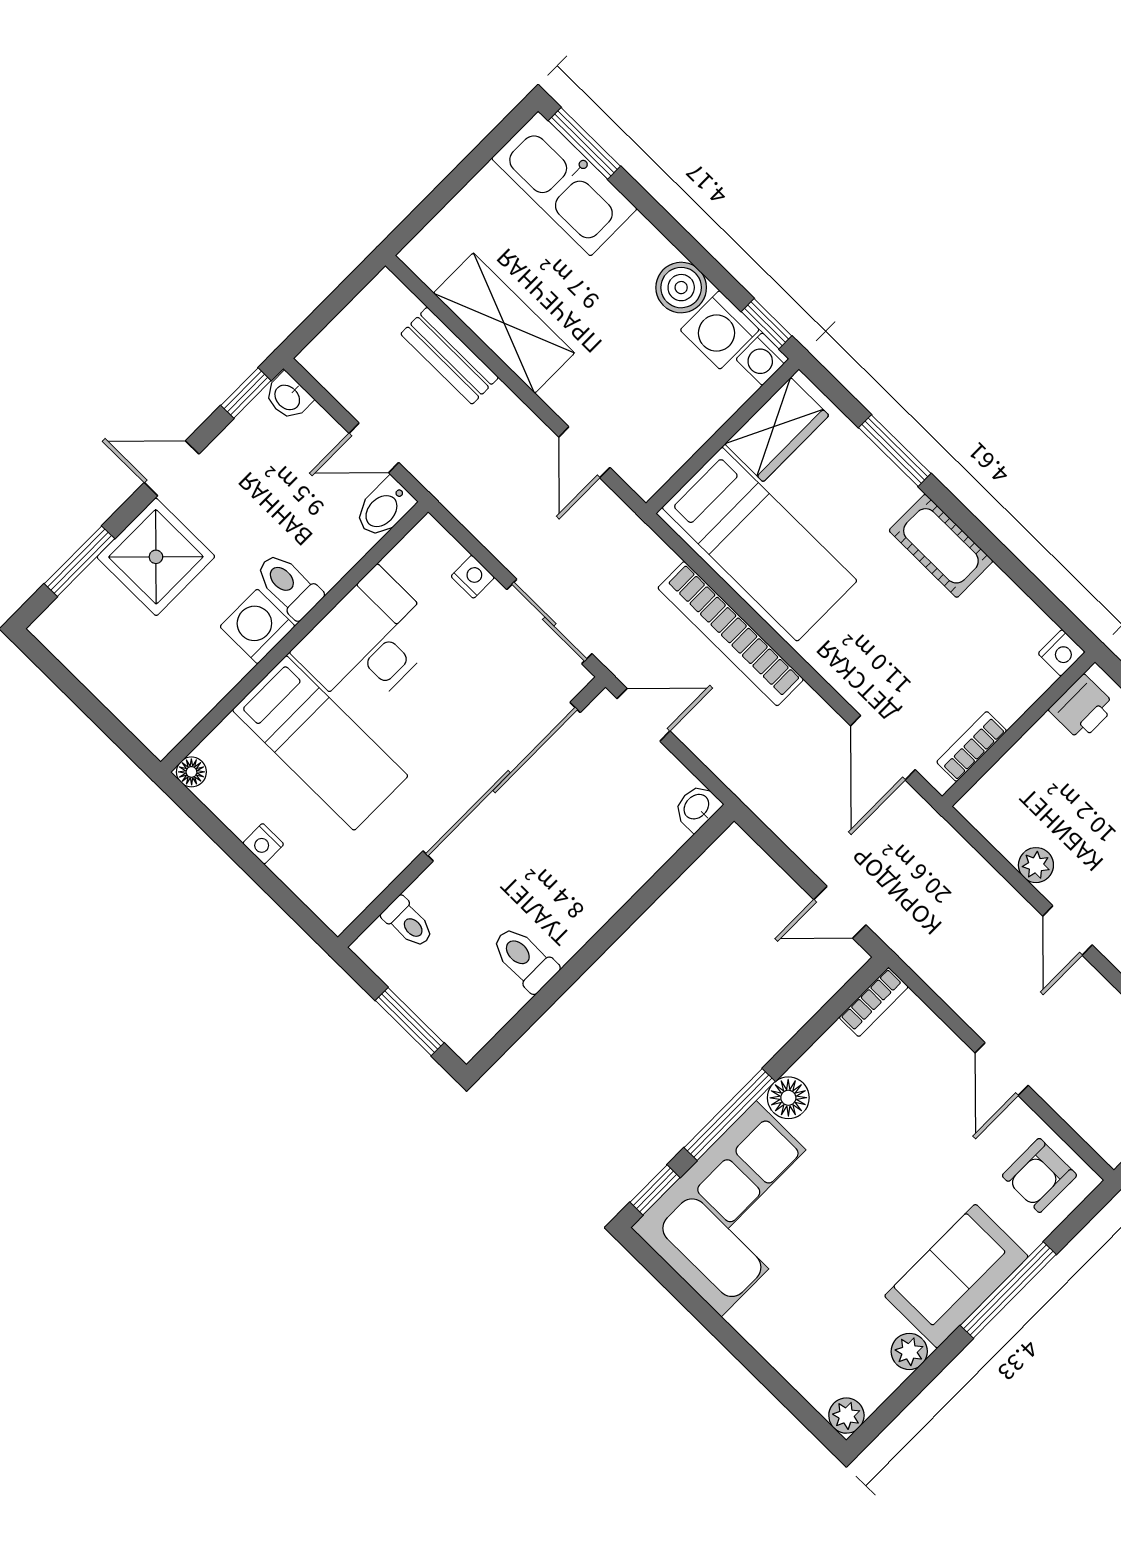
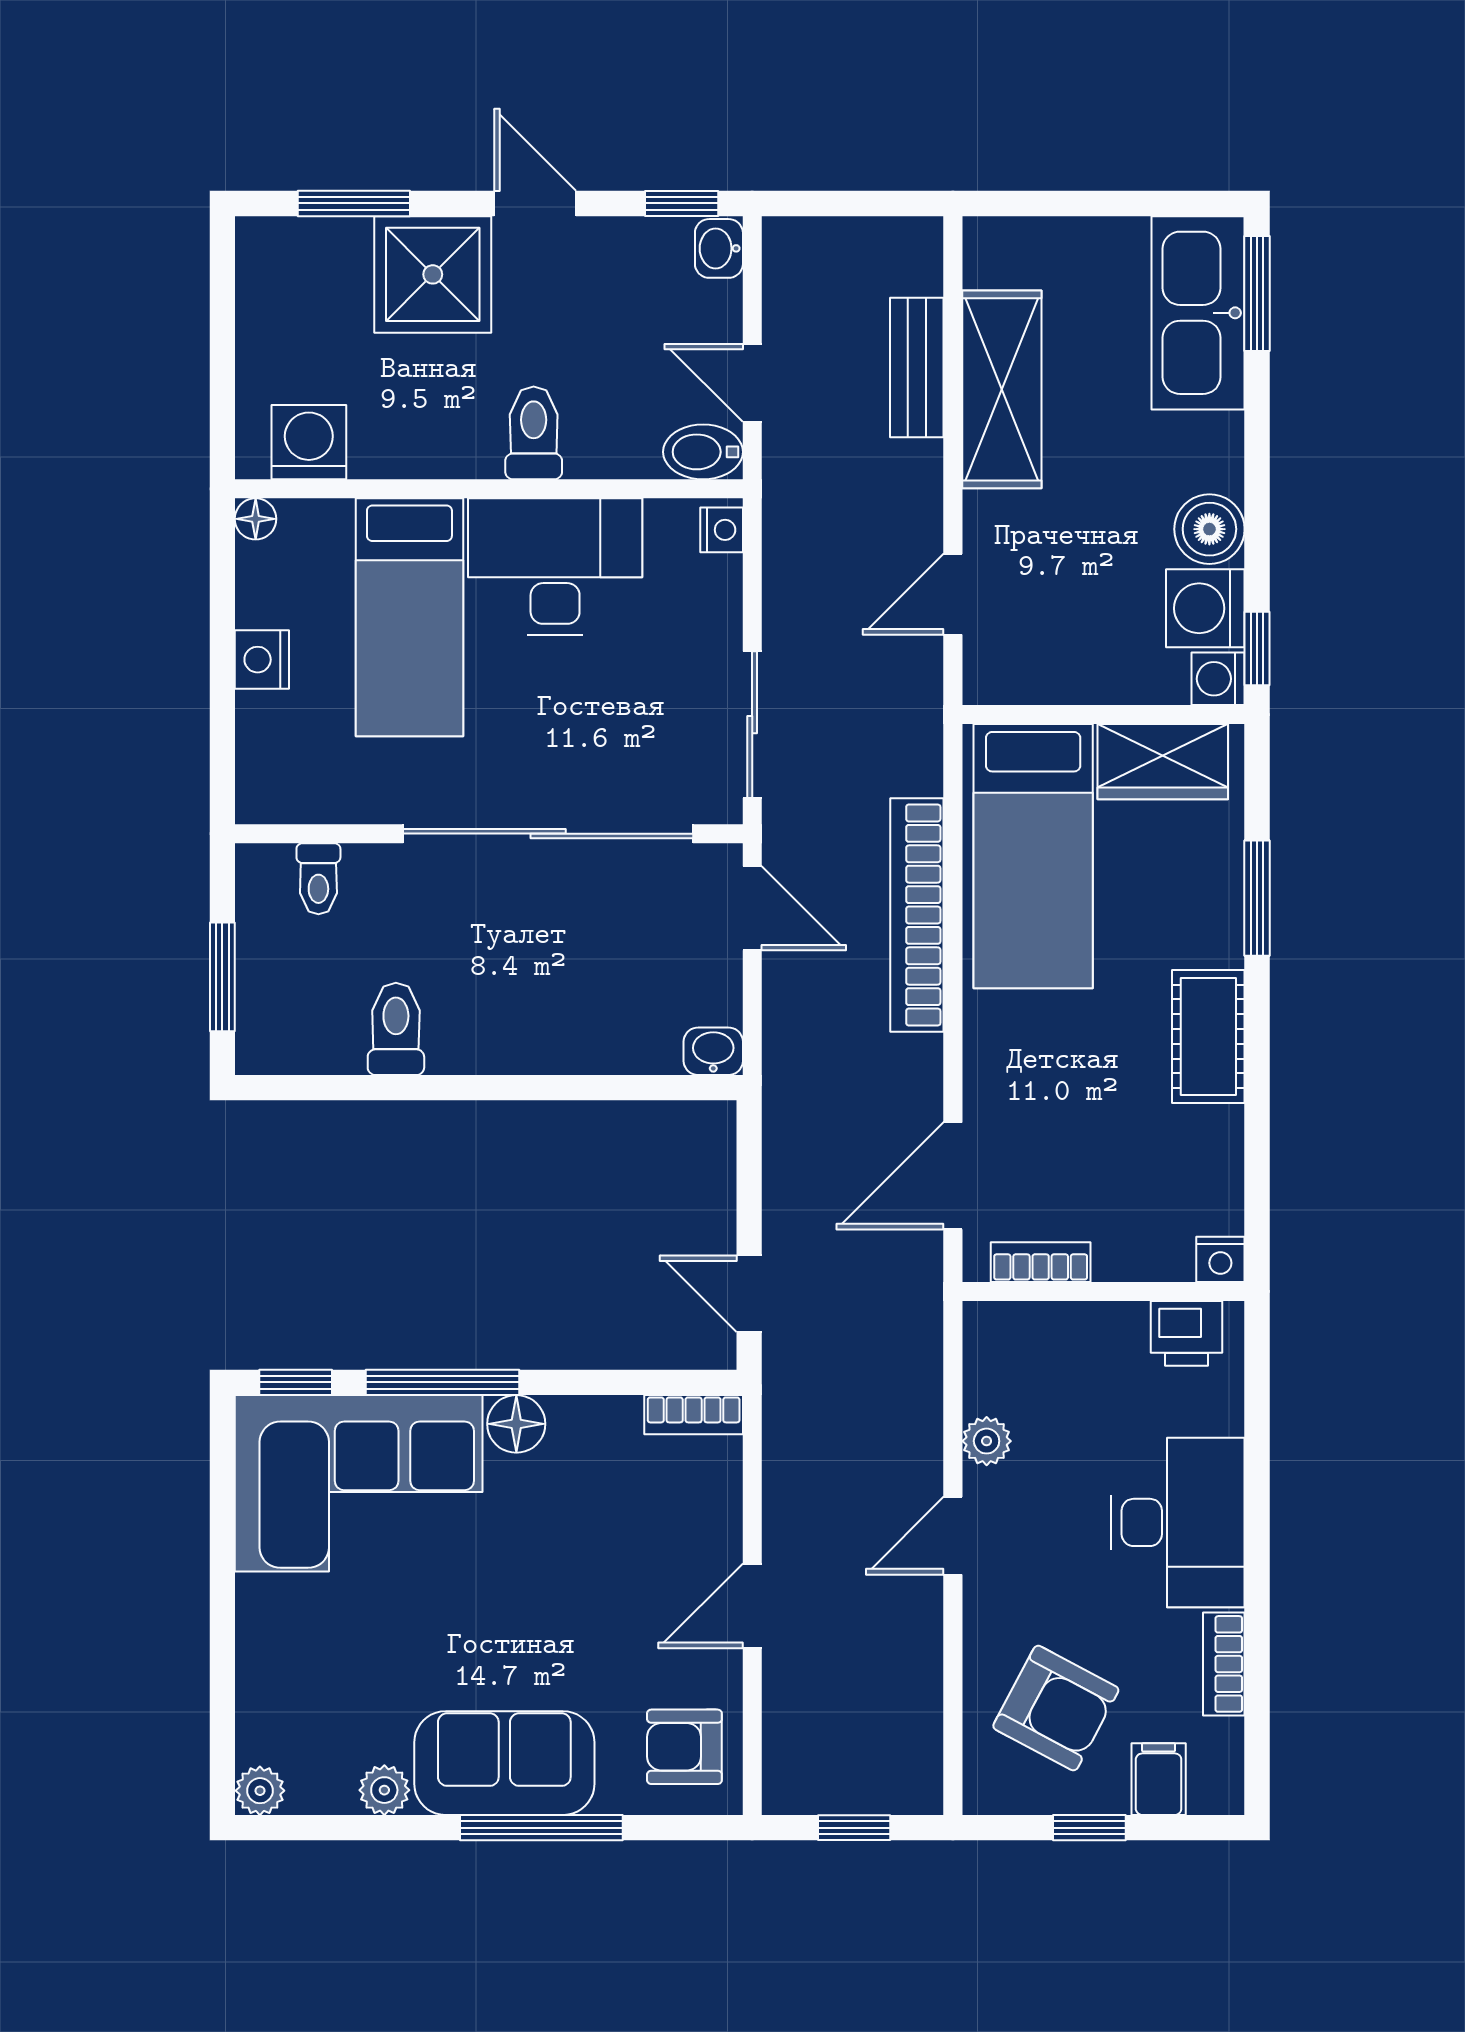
nightstand: (473, 577) -> (722, 530), moved
washing machine: (257, 626) -> (309, 442), moved
nightstand: (263, 844) -> (262, 660), width x1.39, depth x1.35

